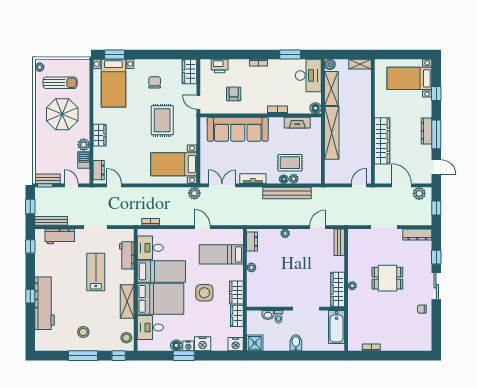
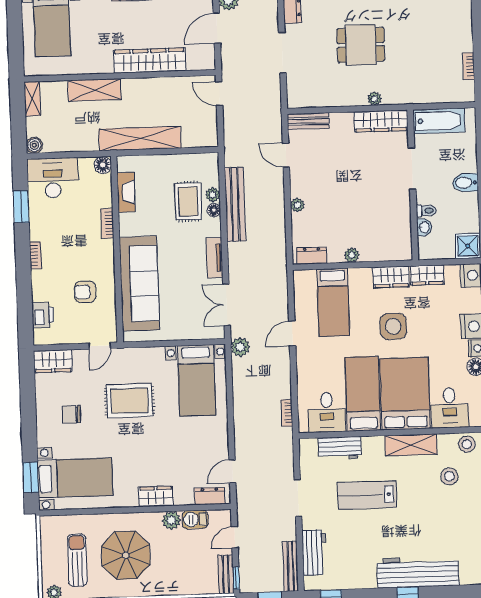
shelving: (331, 88) -> (95, 90), moved
dining table: (387, 278) -> (361, 45), turned 90
stool: (83, 332) -> (449, 476), moved

